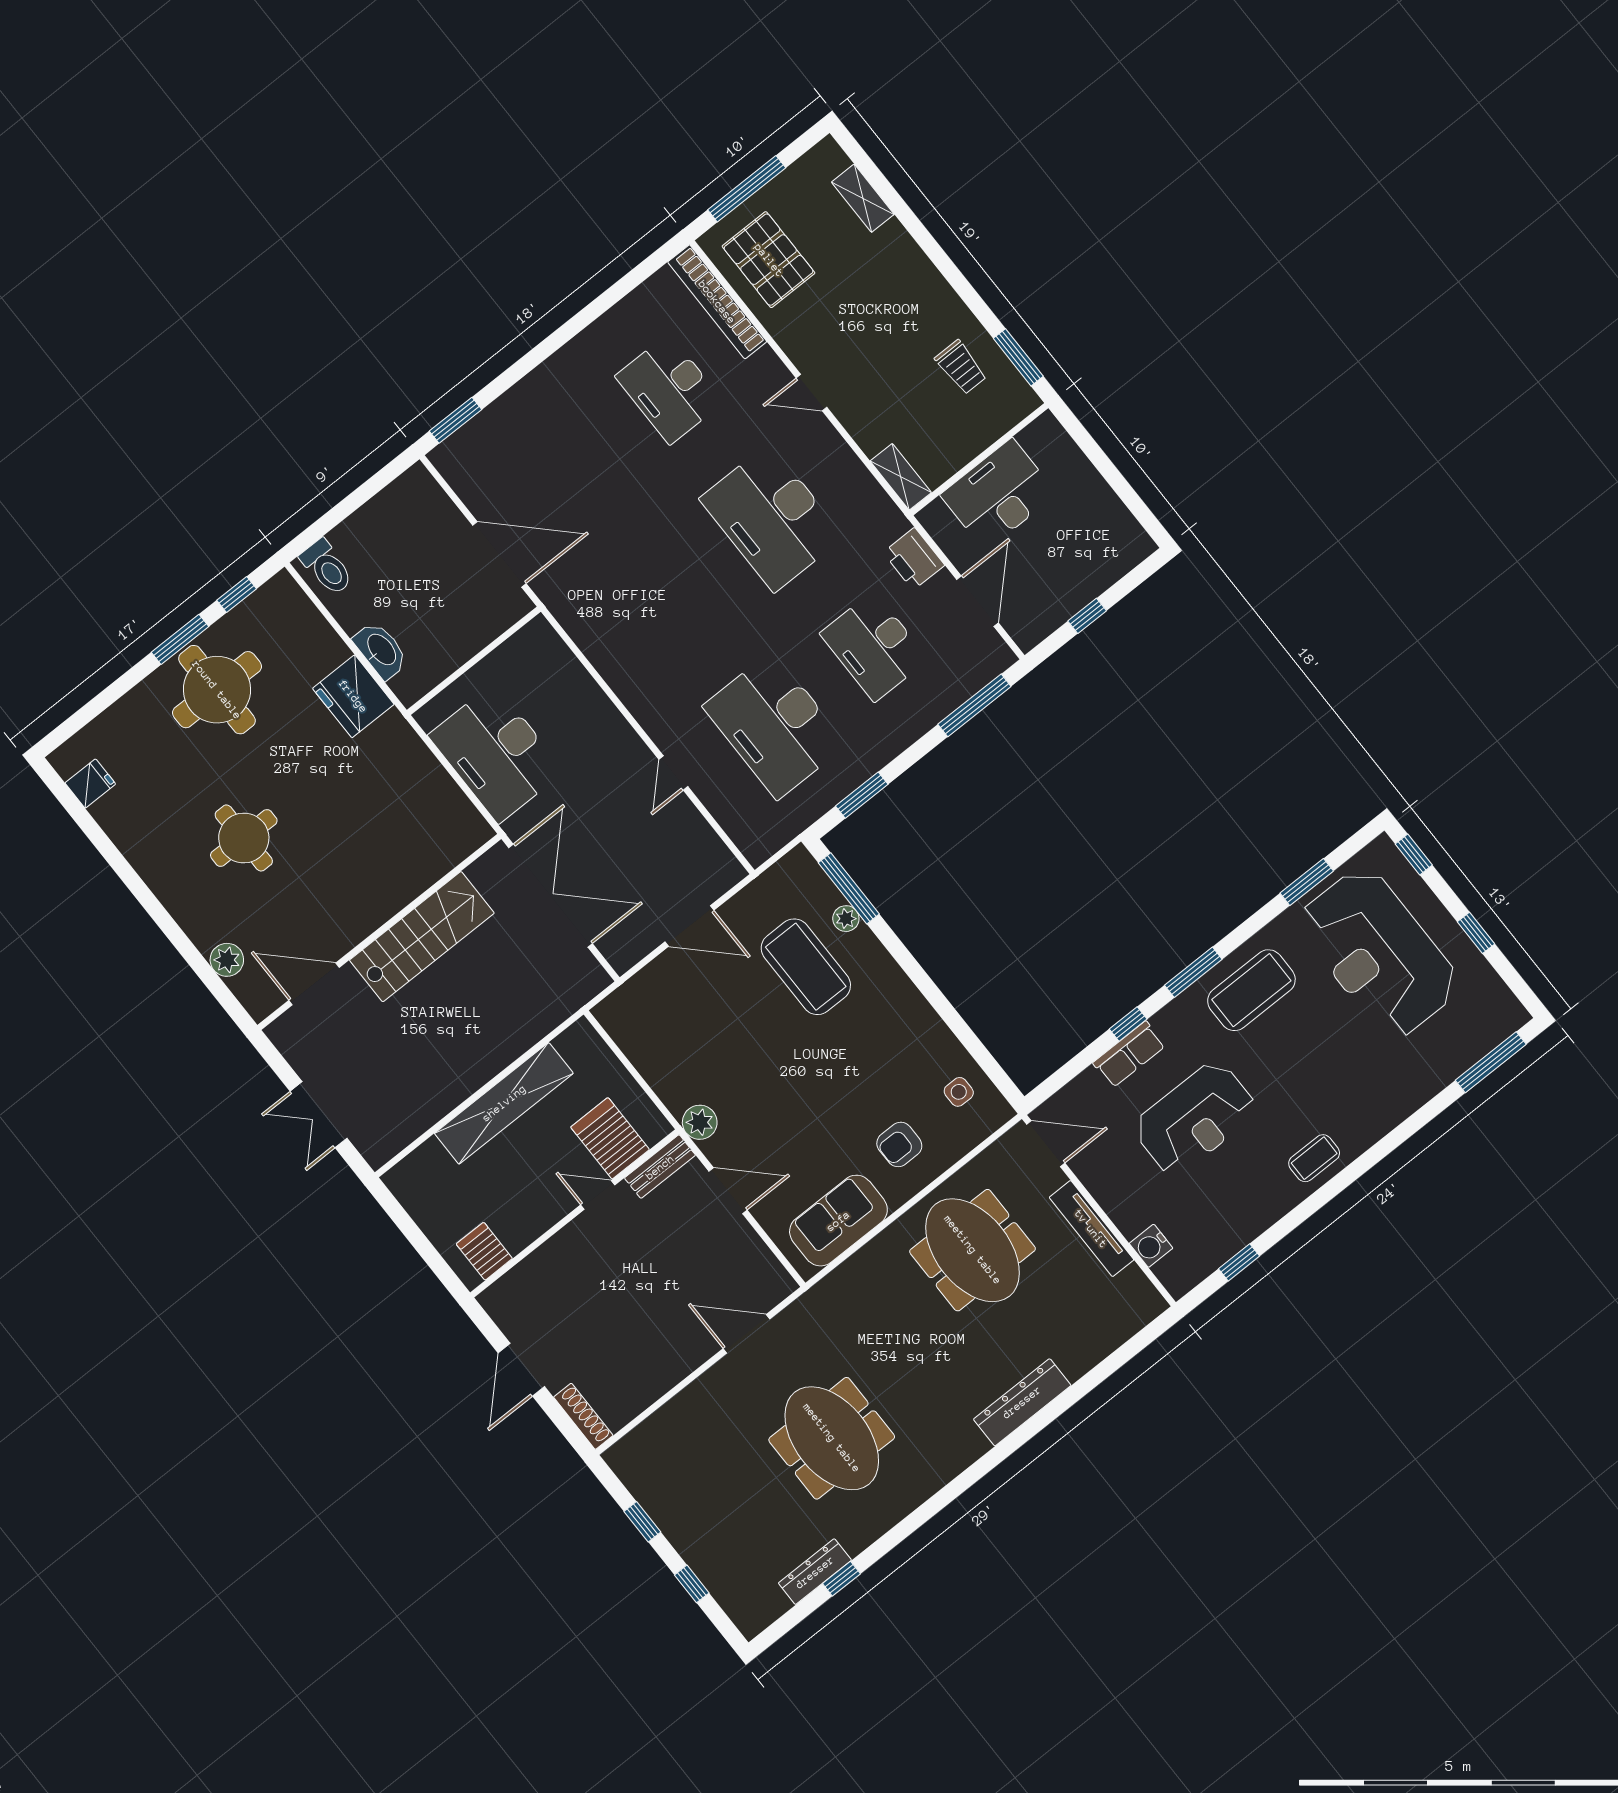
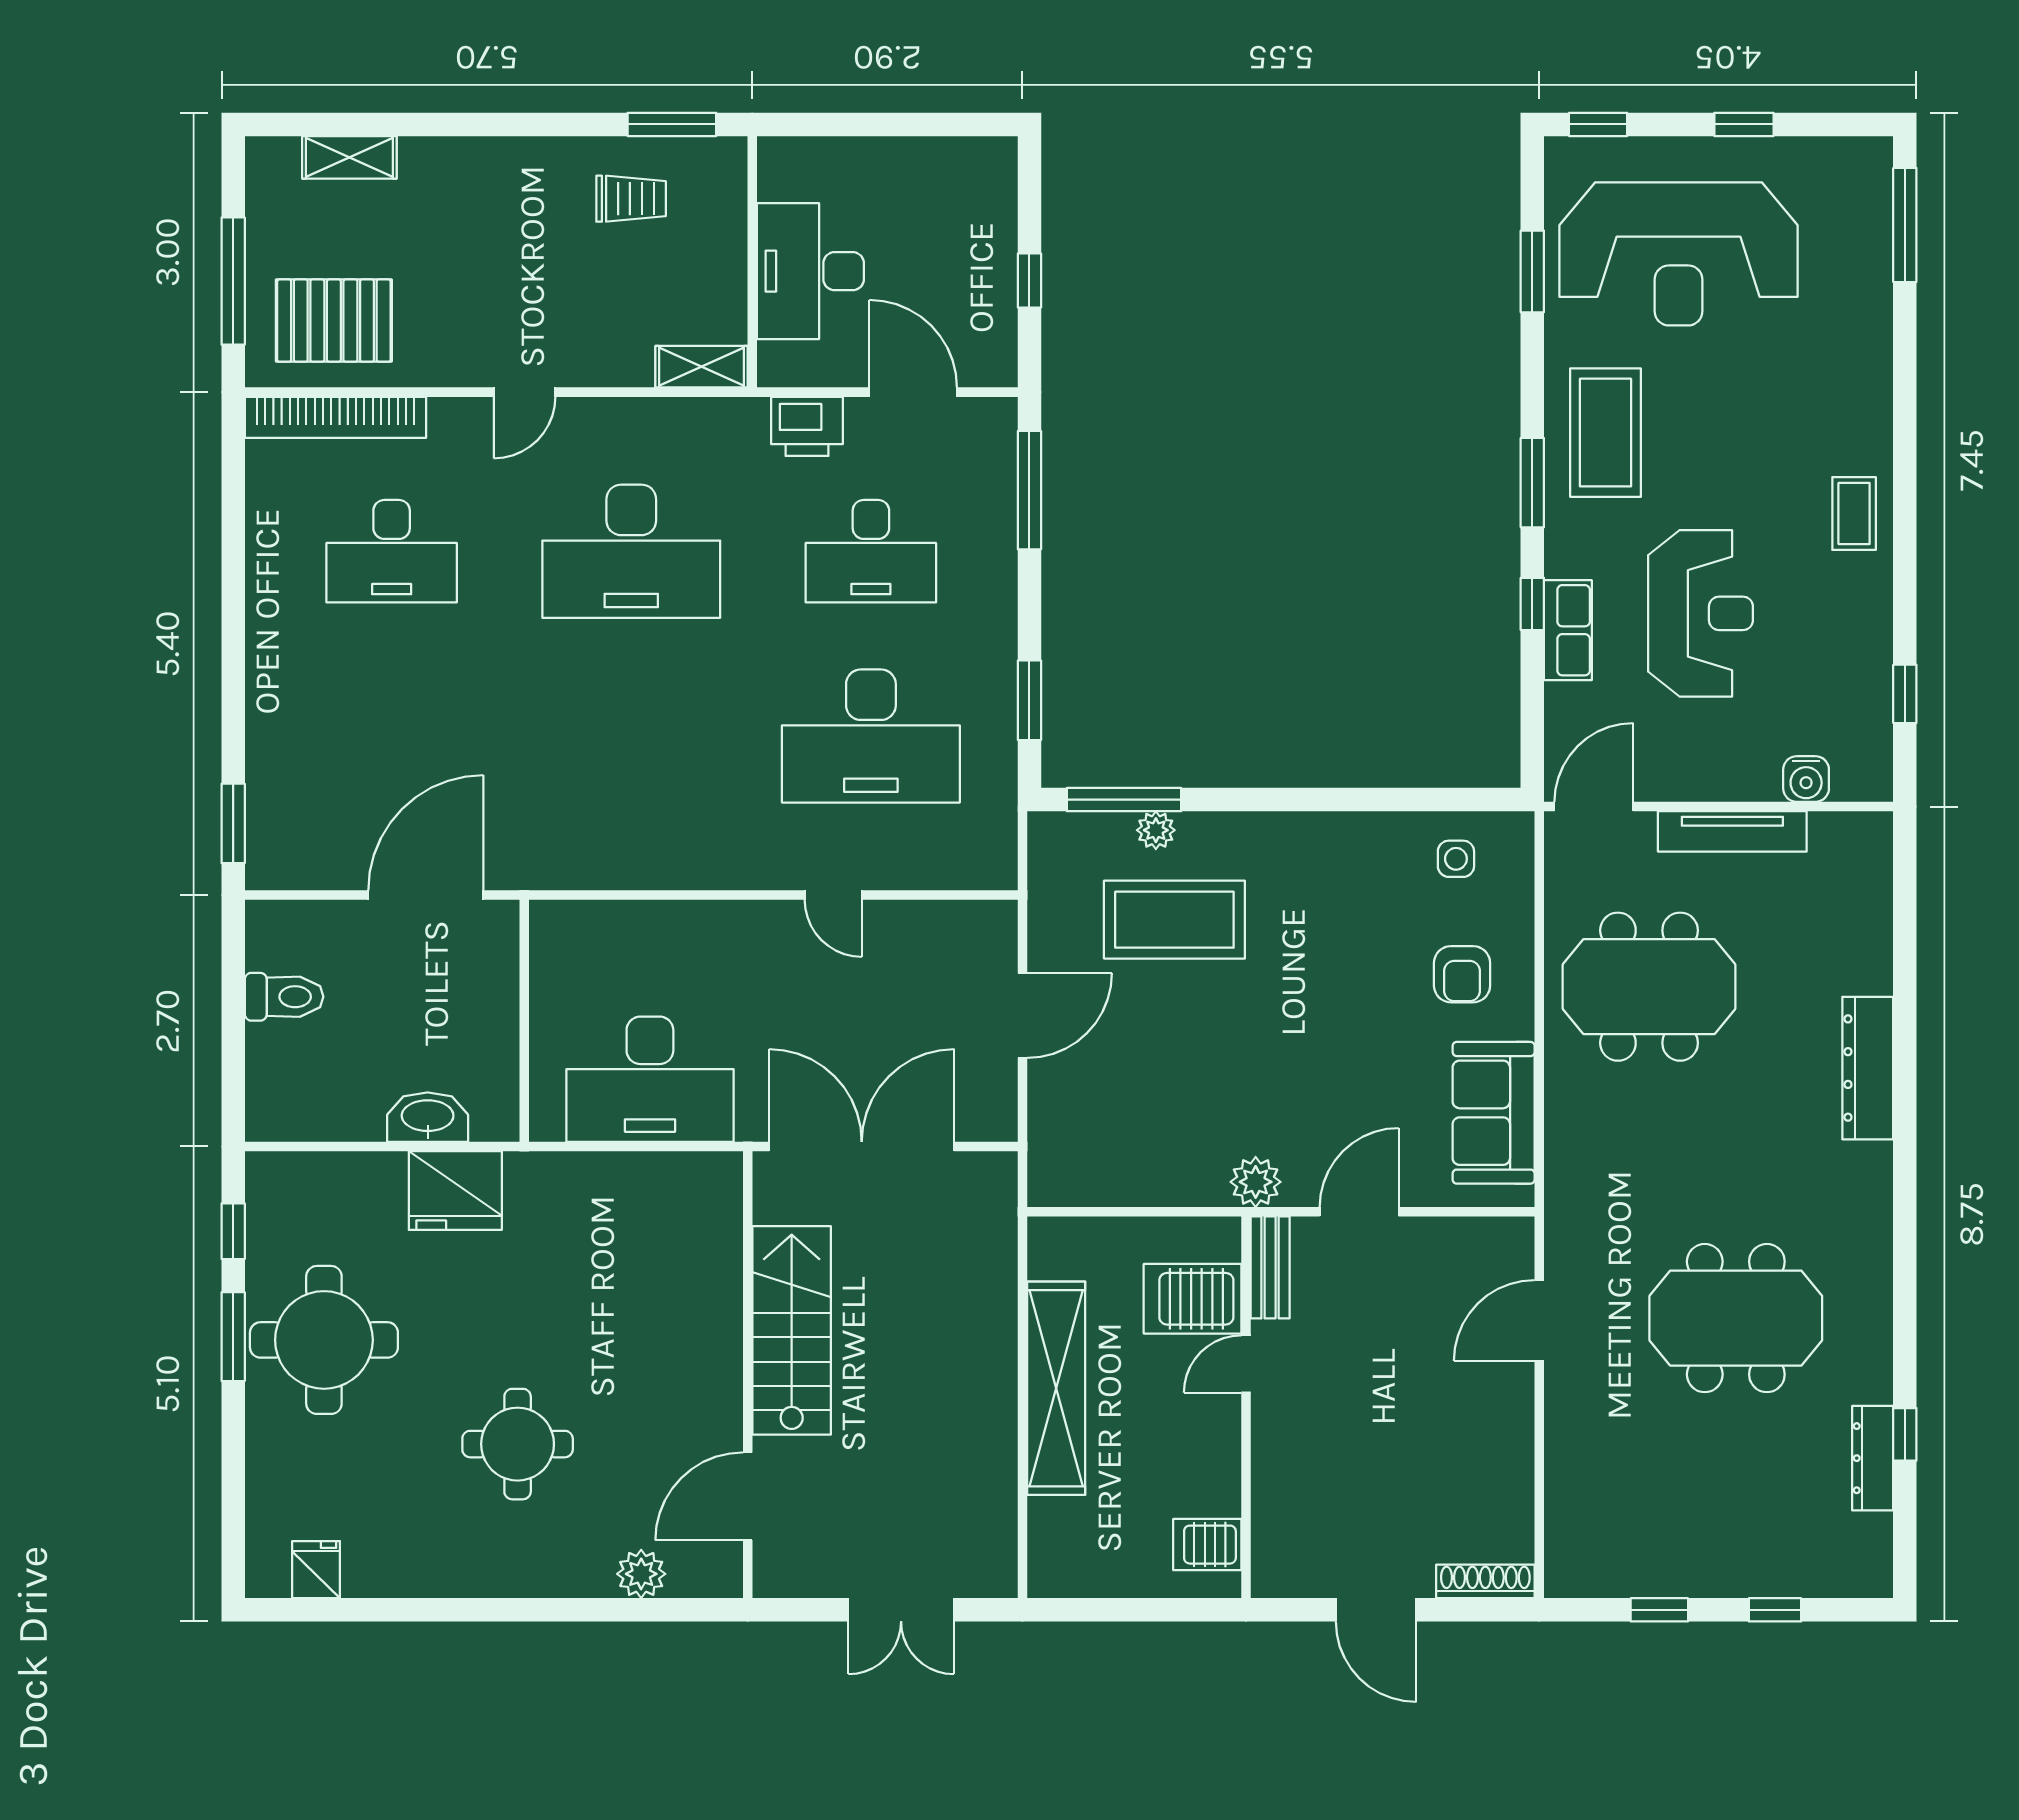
toilet: (327, 567) -> (284, 997), moved

